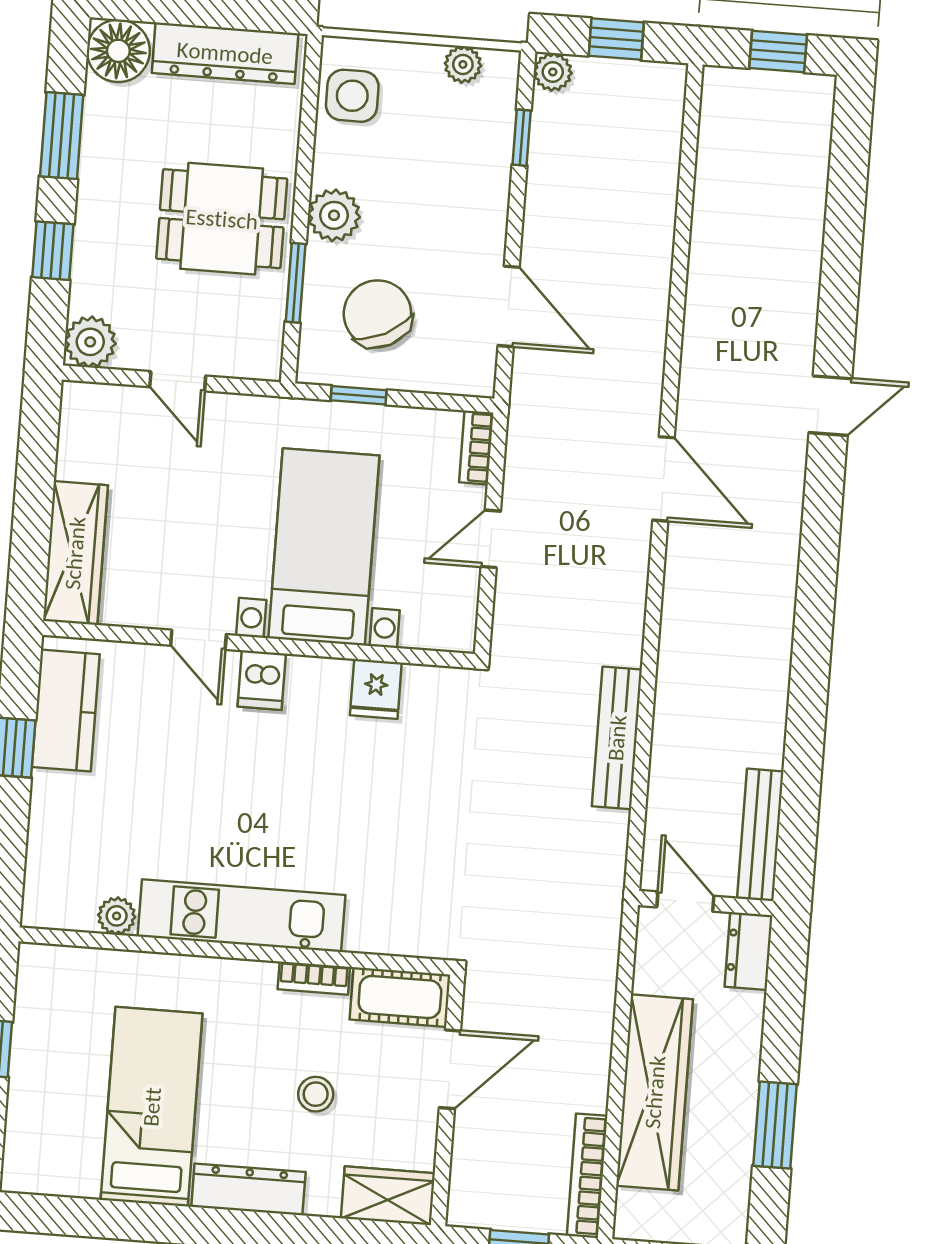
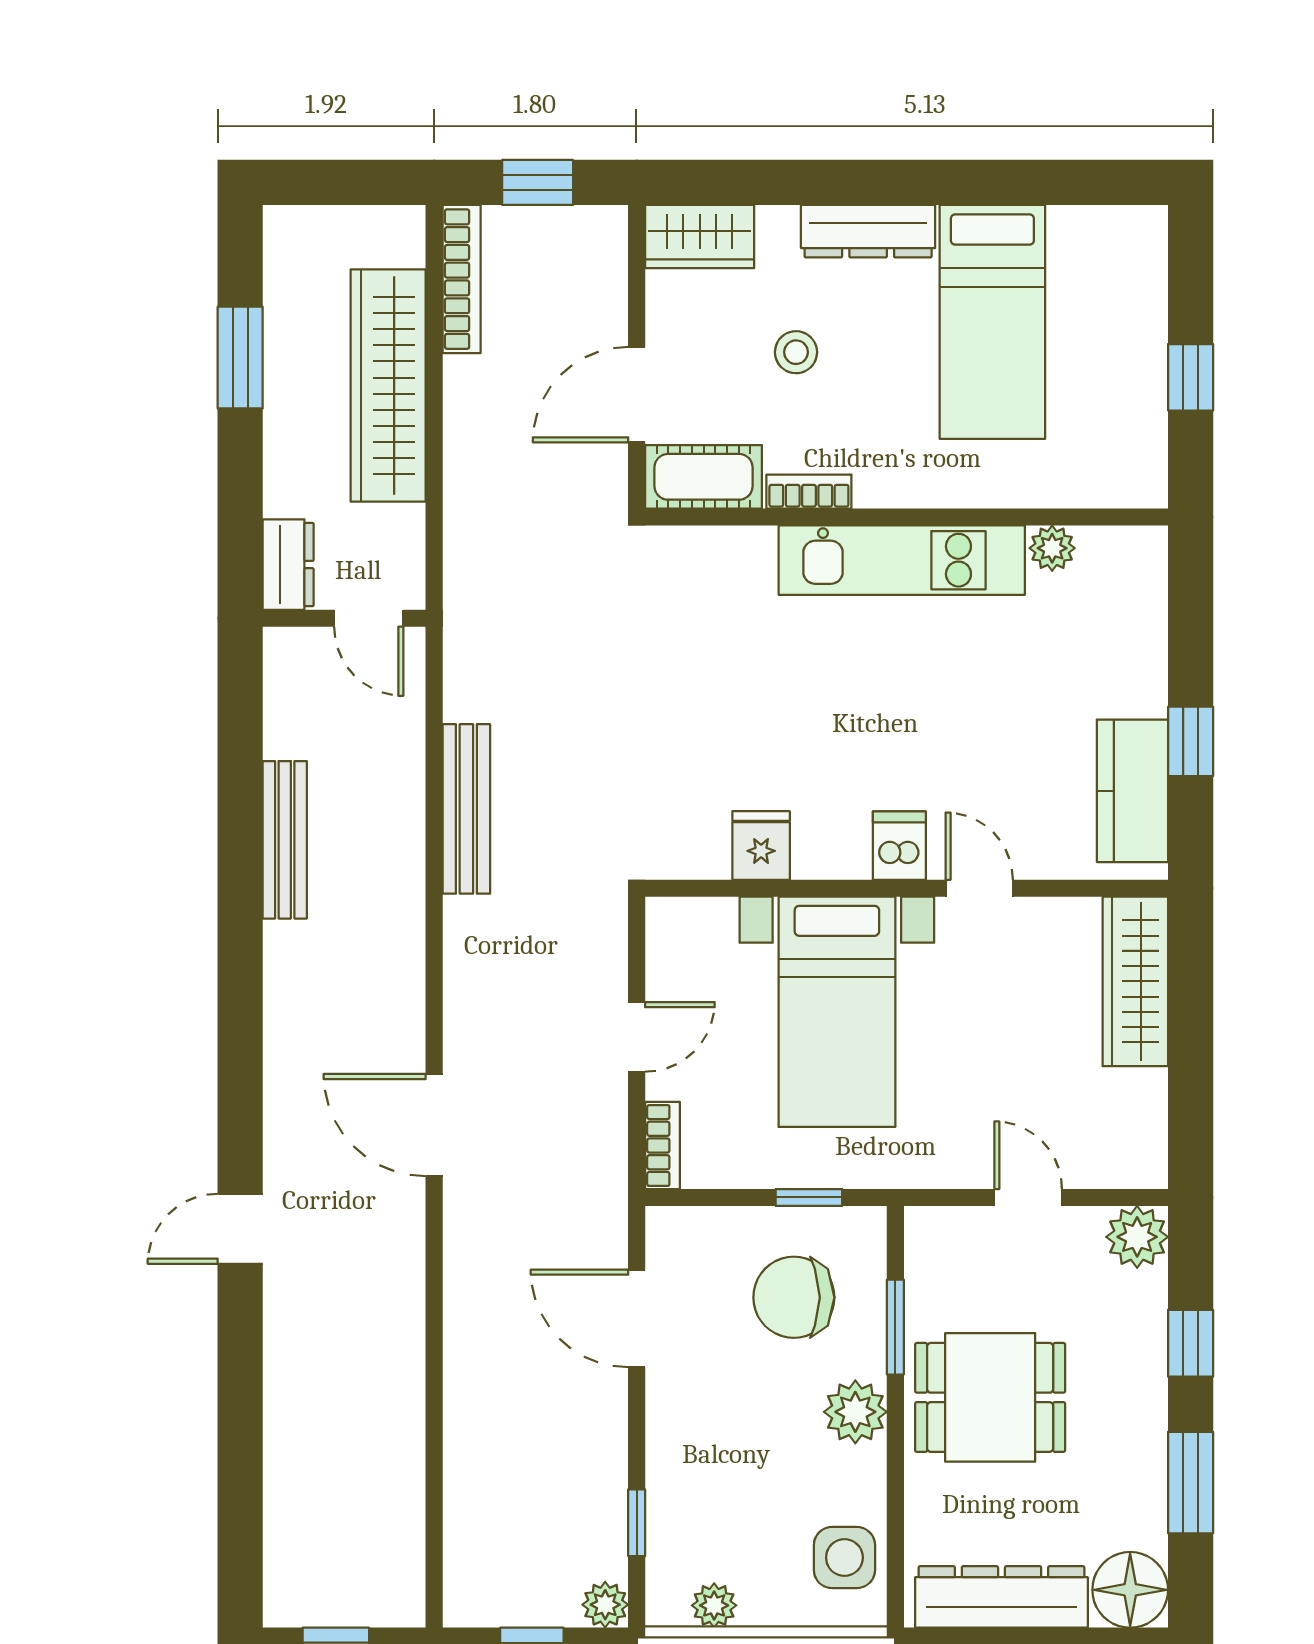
chair: (377, 314) -> (794, 1297), turned 117
bench: (760, 835) -> (285, 840), moved

